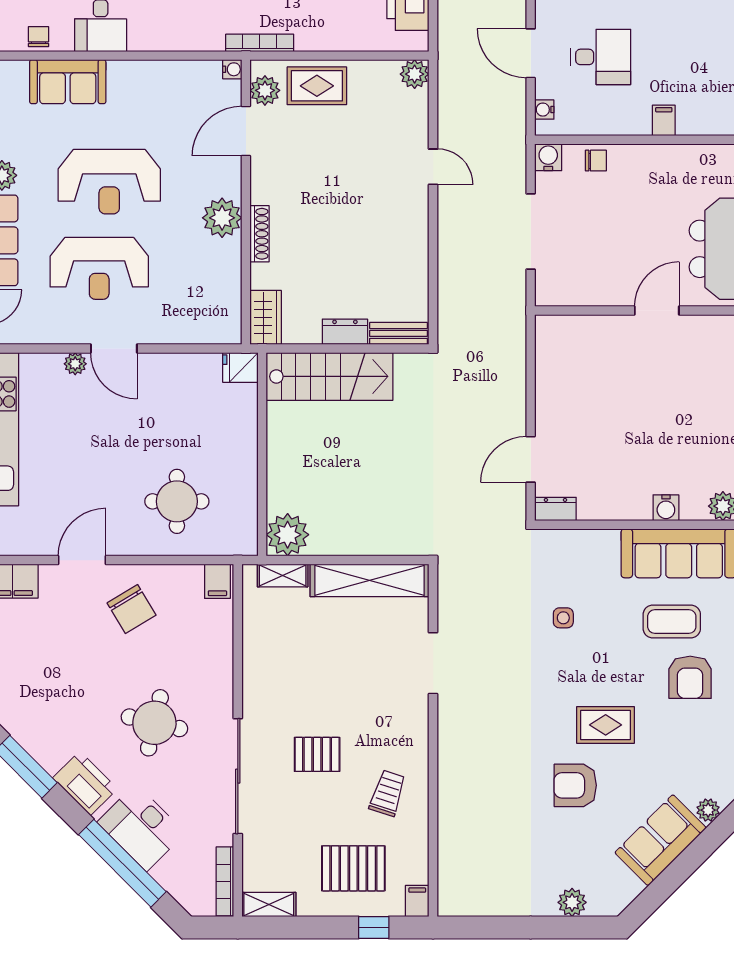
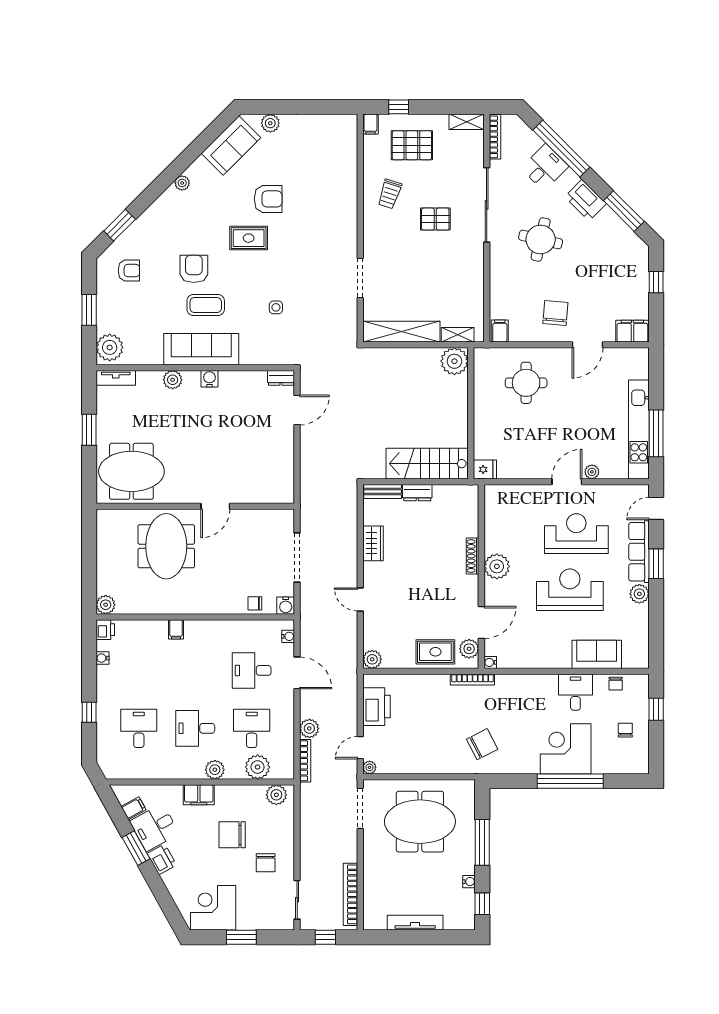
filing cabinet: (664, 120) -> (176, 629), moved
wardrobe: (266, 317) -> (373, 543), moved, turned 180
door: (114, 348) -> (567, 482), hinge flipped
chair: (132, 609) -> (555, 313), turned 36
desk: (141, 827) -> (545, 167), width x0.73
sofa: (660, 840) -> (231, 145), moved

